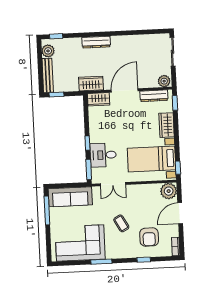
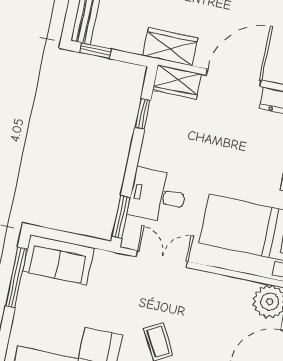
window: (87, 143) -> (143, 114), moved
double door: (113, 184) -> (162, 259), swing flipped
sofa: (70, 197) -> (58, 260), width x0.73

